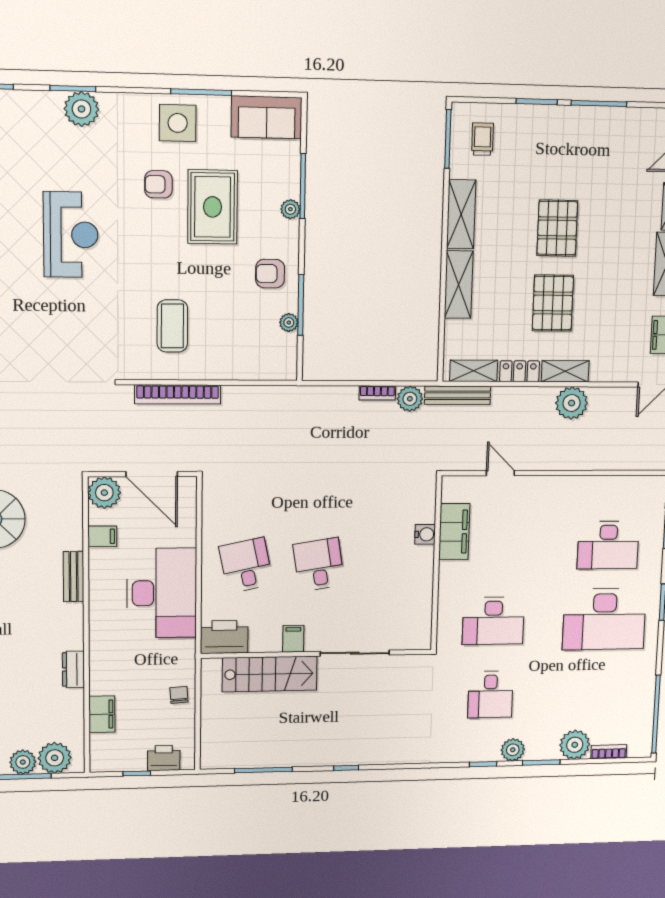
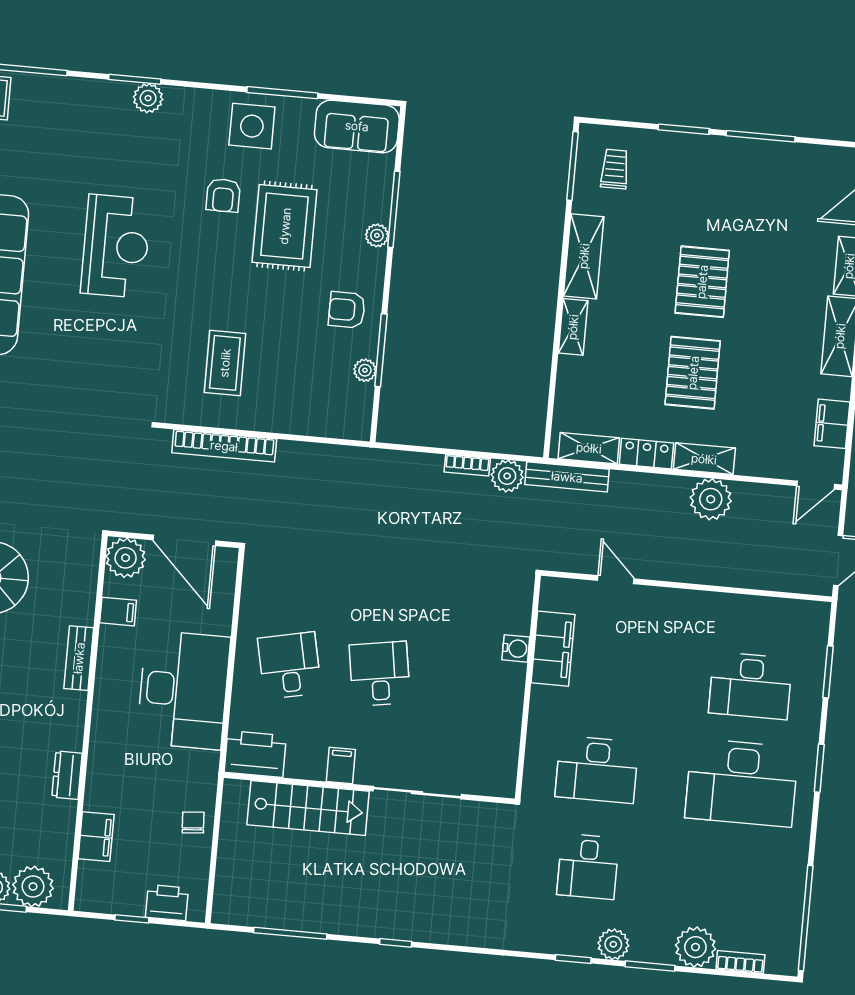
plant: (81, 109) -> (148, 98), width x0.73, depth x0.73
armchair: (158, 184) -> (223, 195), turned -90
shelving: (459, 285) -> (573, 327), width x0.67, depth x0.75

